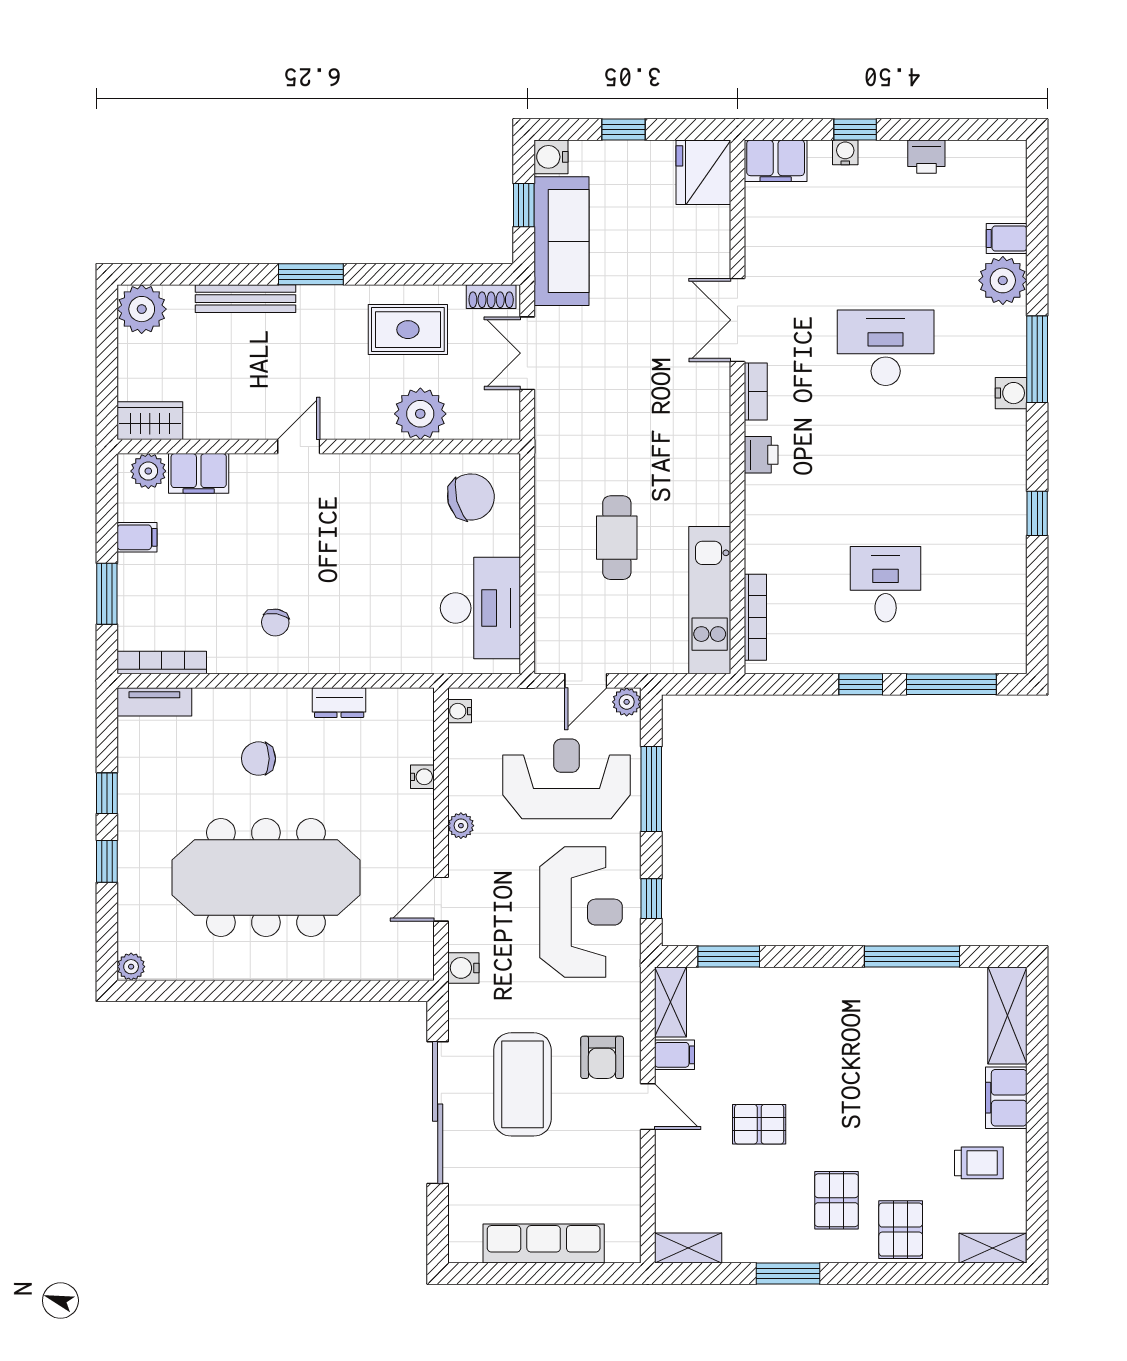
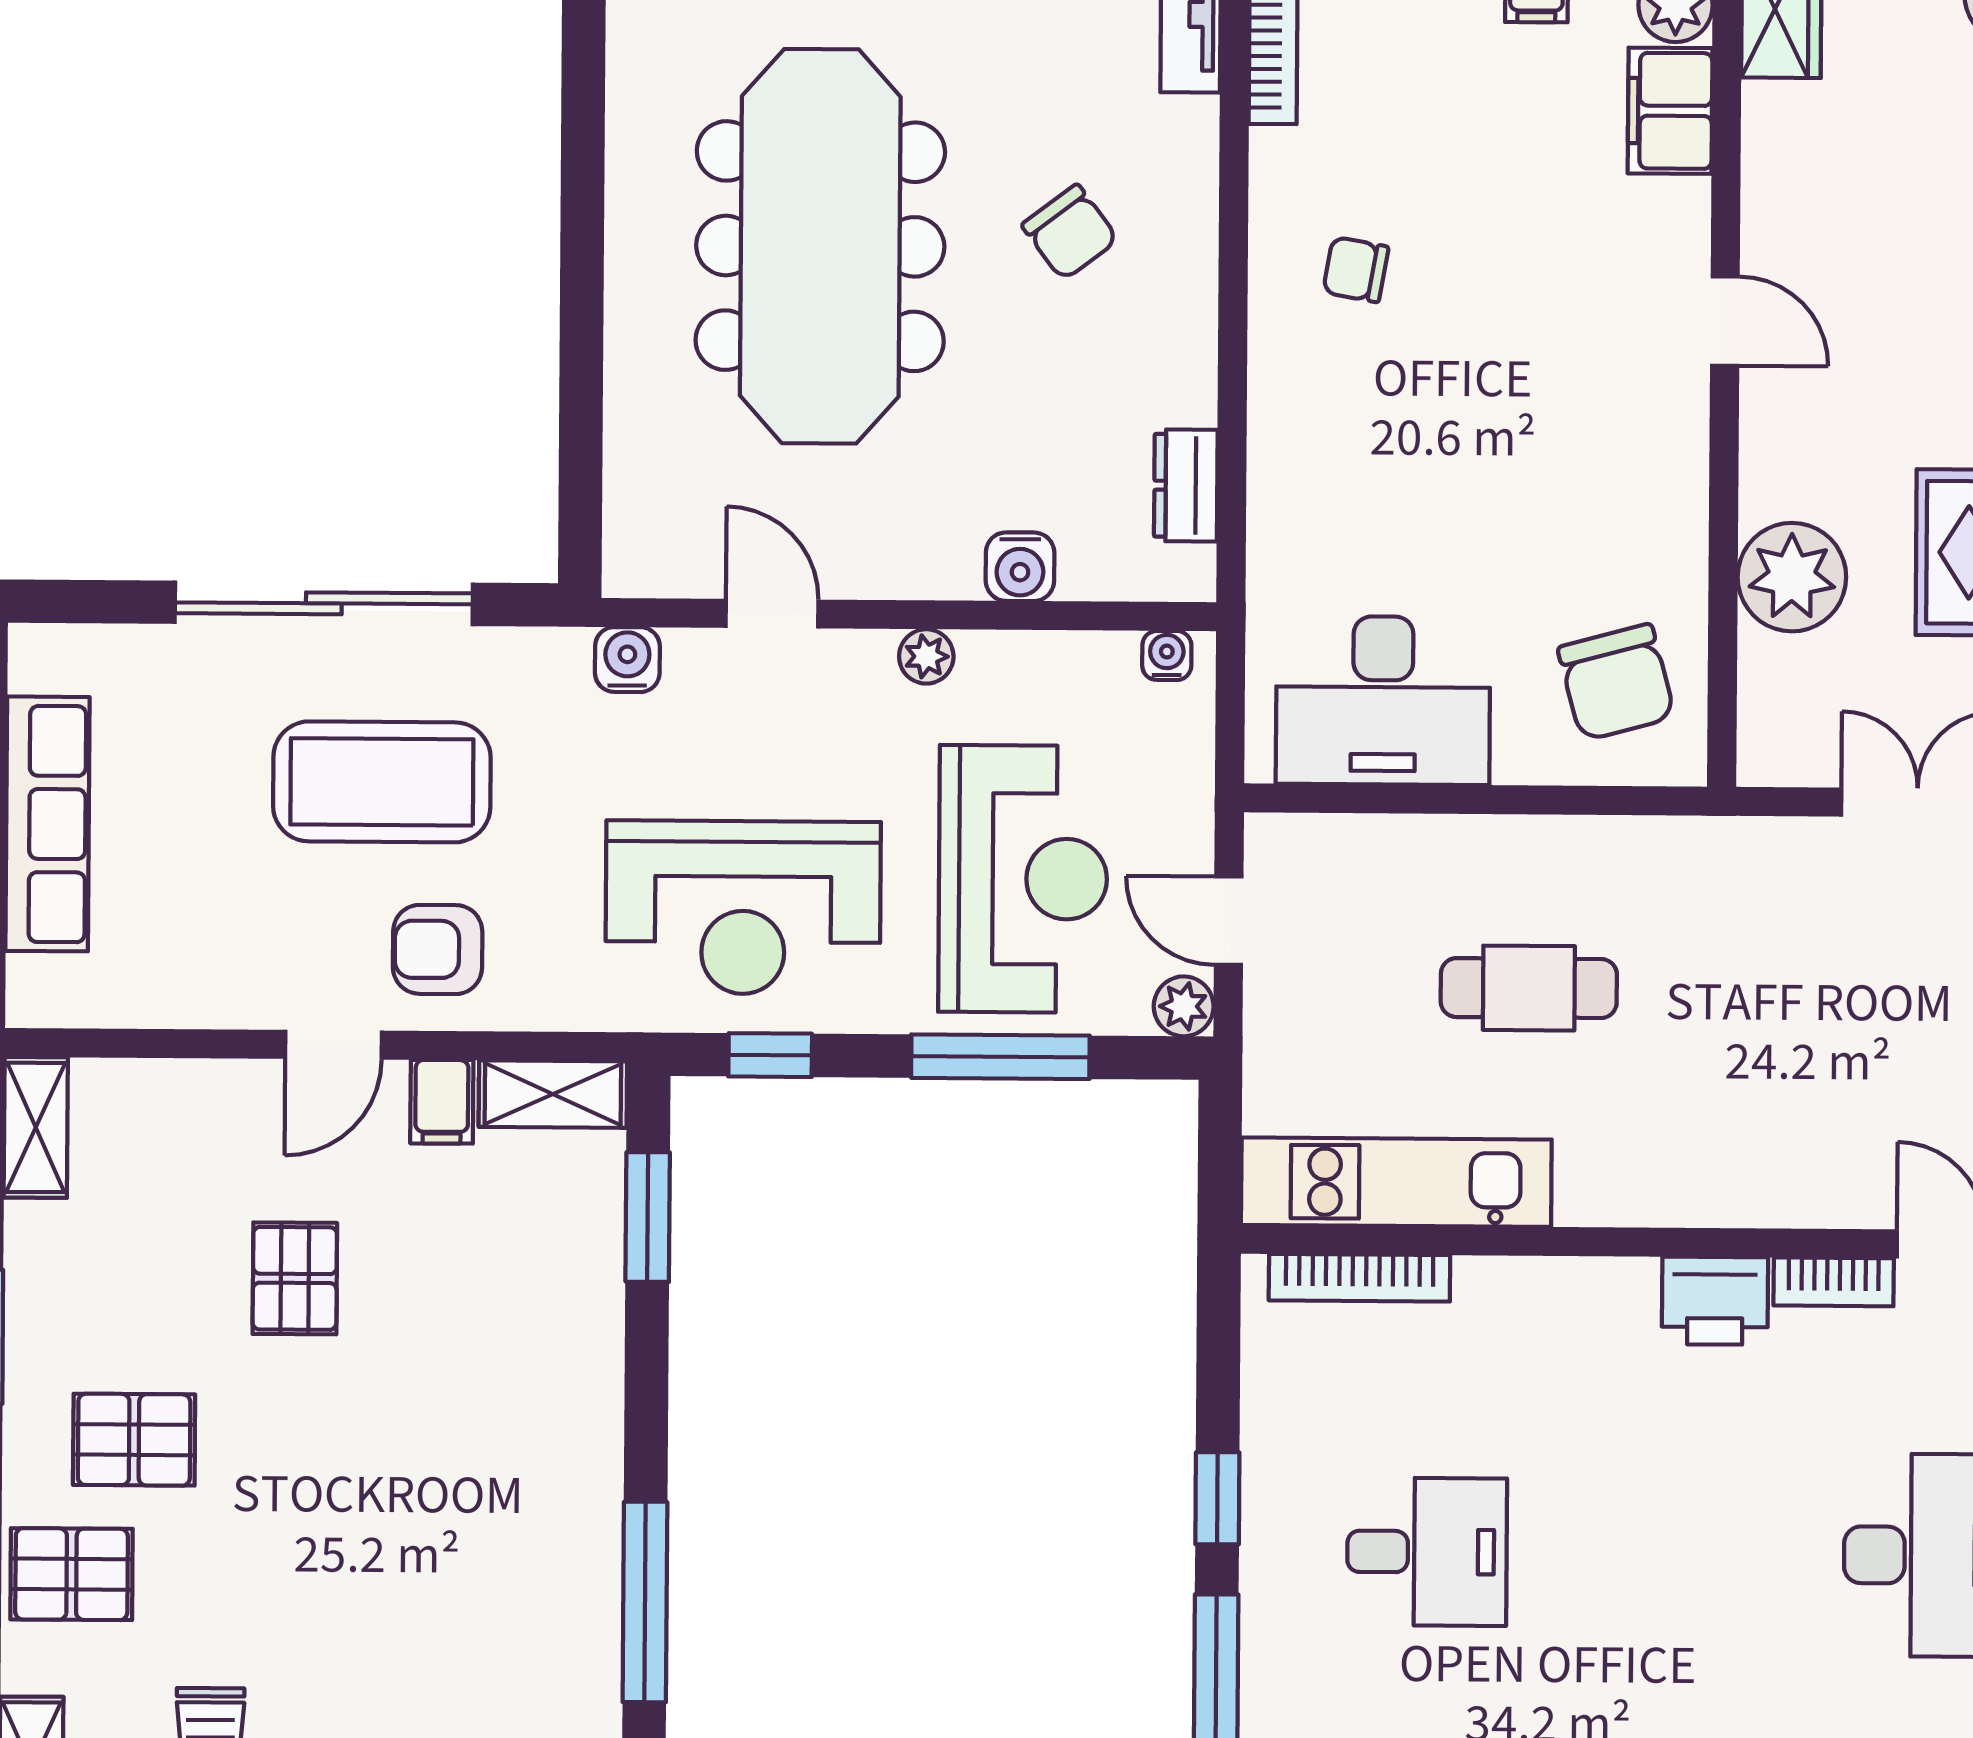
printer: (761, 455) -> (1715, 1301), width x1.36, depth x1.24
dresser: (339, 703) -> (1186, 485), moved
chair: (259, 759) -> (1070, 232), turned 143
water cooler: (422, 777) -> (1020, 567), width x1.38, depth x1.38

